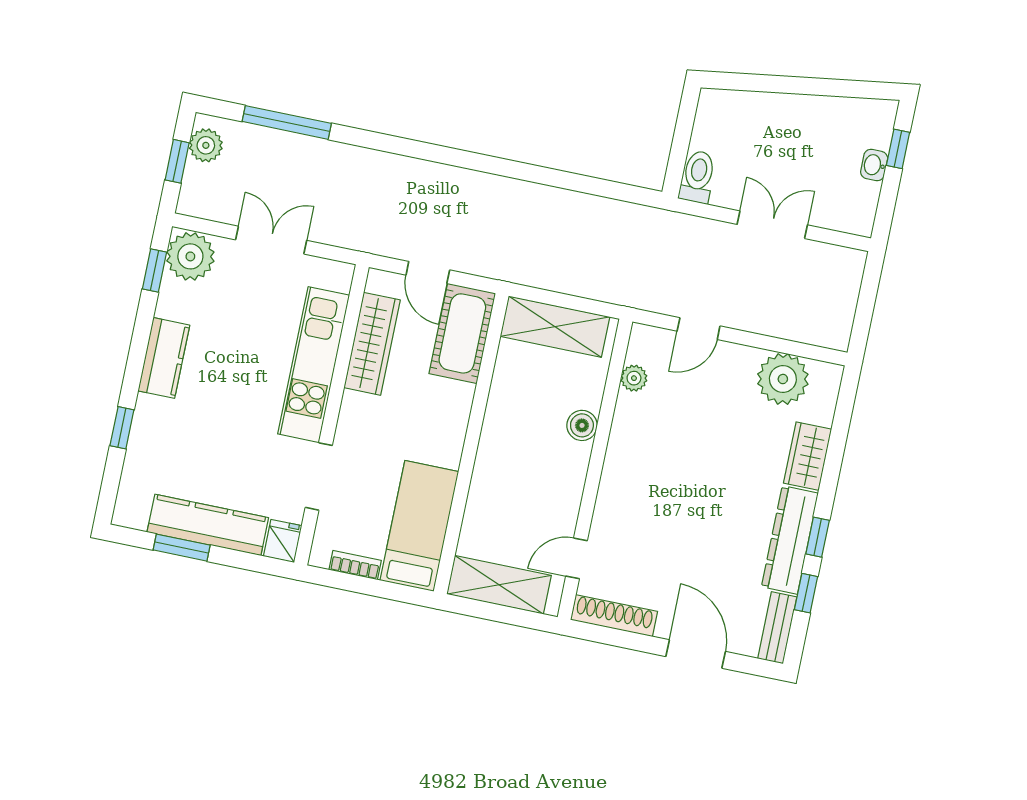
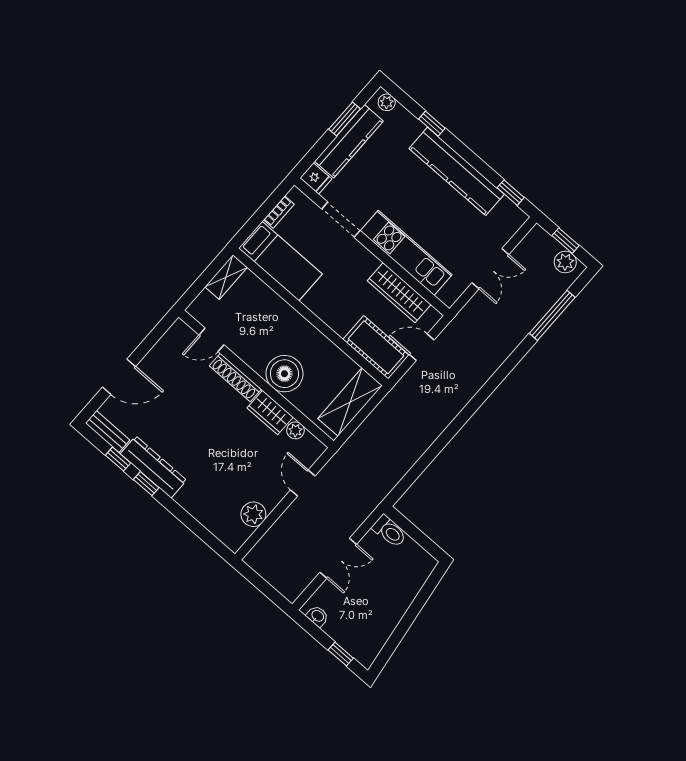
washbasin: (874, 165) -> (317, 616), moved
plant: (190, 256) -> (387, 102), moved, width x0.53, depth x0.53
kitchen counter: (164, 358) -> (457, 171), width x2.08, depth x1.17
plant: (783, 379) -> (253, 514), width x0.73, depth x0.73
boiler: (582, 425) -> (284, 374), width x1.86, depth x1.86
wardrobe: (808, 456) -> (270, 413), moved, turned 180
door: (577, 558) -> (212, 340), swing flipped
shelving: (499, 585) -> (226, 277), width x0.67, depth x0.75
shoe rack: (614, 616) -> (235, 377), moved, turned 90

